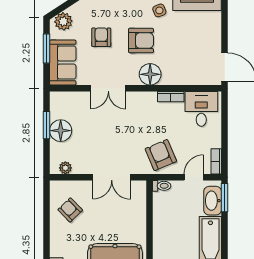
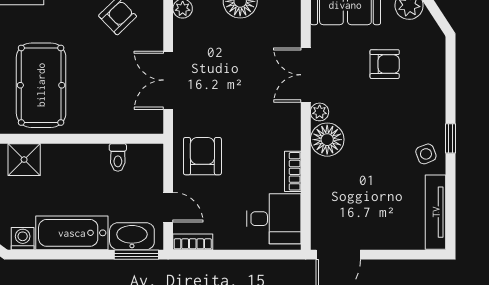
armchair: (141, 41) -> (379, 125), removed
plant: (132, 79) -> (320, 112), added
armchair: (161, 155) -> (202, 156), turned -67
toilet: (162, 186) -> (118, 157), moved

